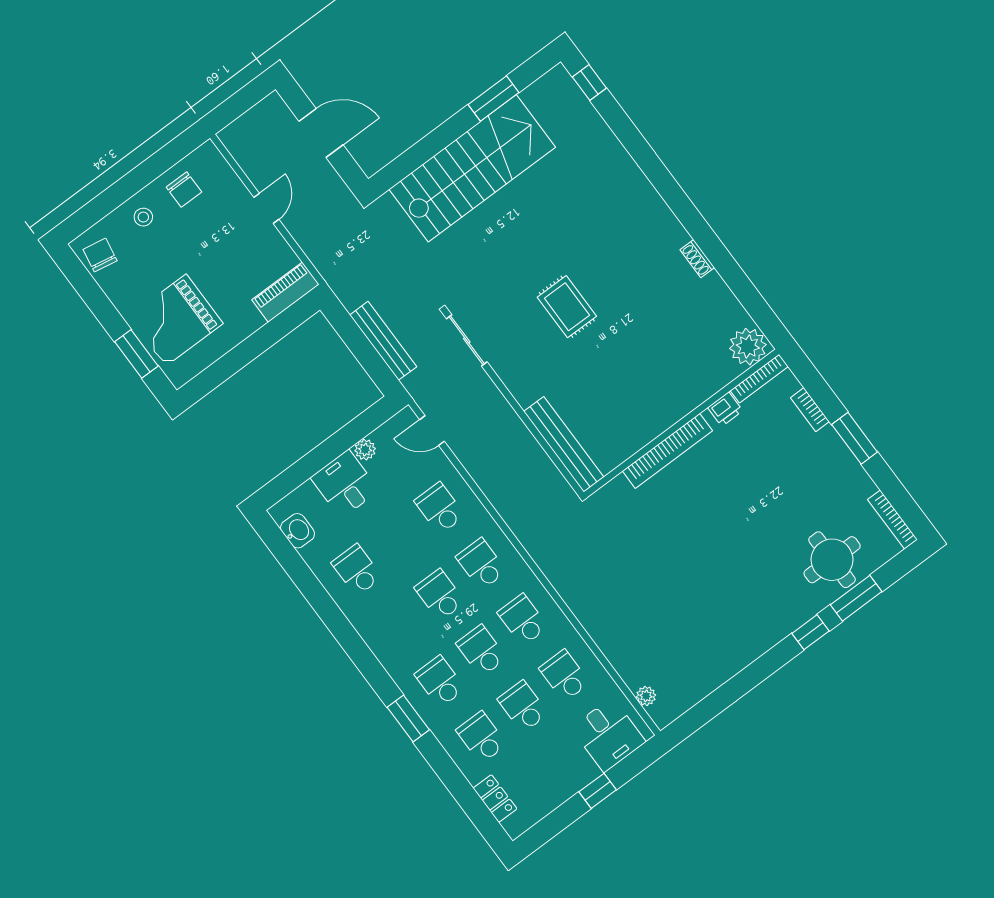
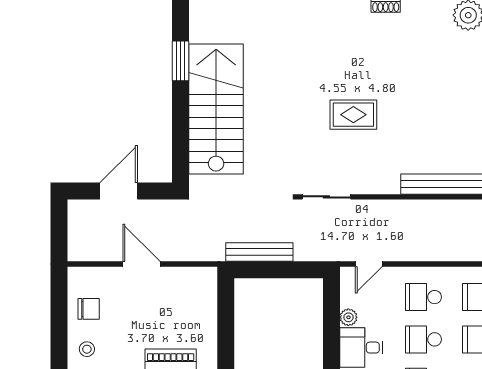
door: (266, 208) -> (141, 264), width x1.38
piano: (285, 292) -> (206, 292), removed
bench: (383, 341) -> (259, 252), moved
school desk: (398, 539) -> (424, 339), added

